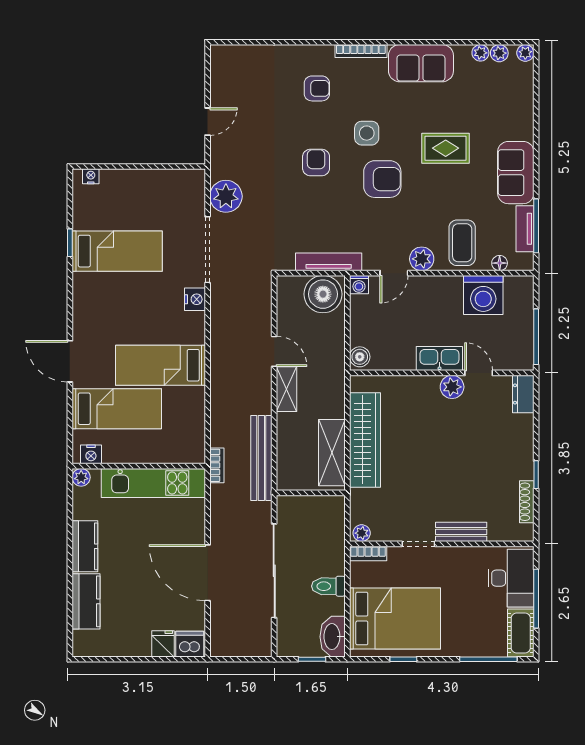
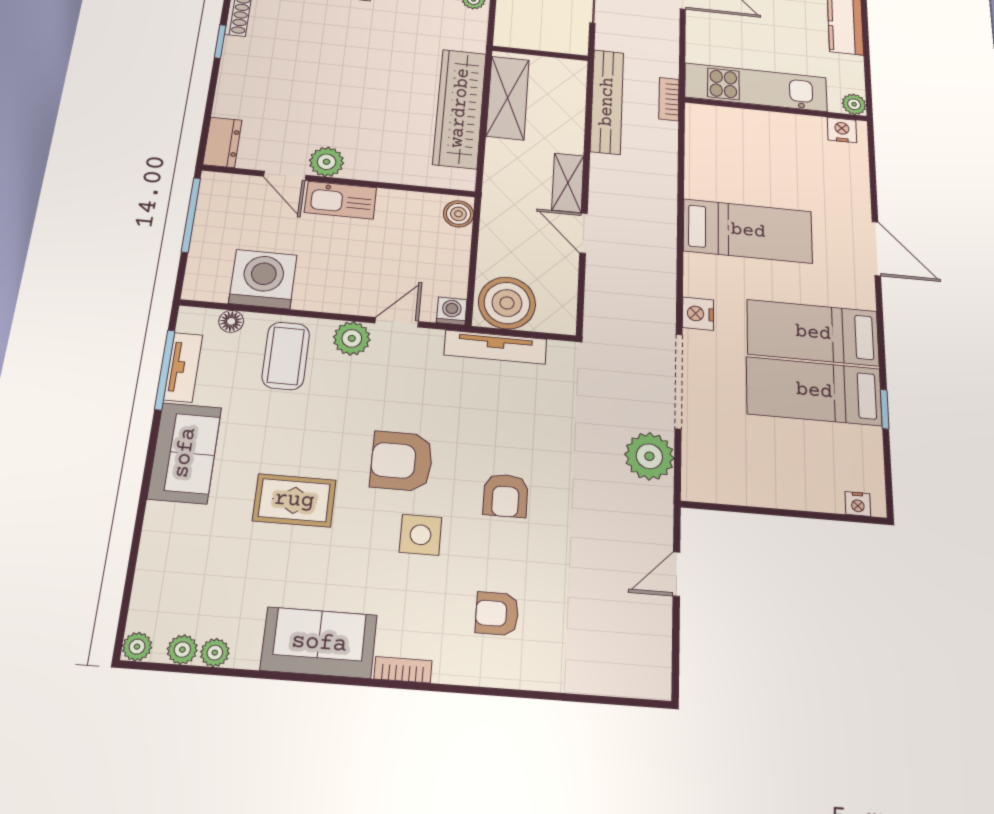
bookcase: (361, 51) -> (403, 670), width x0.64
bed: (117, 409) -> (813, 333), moved

